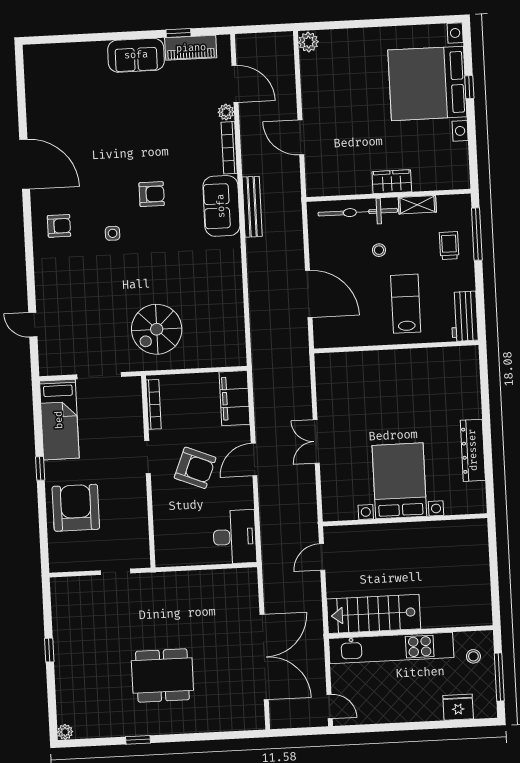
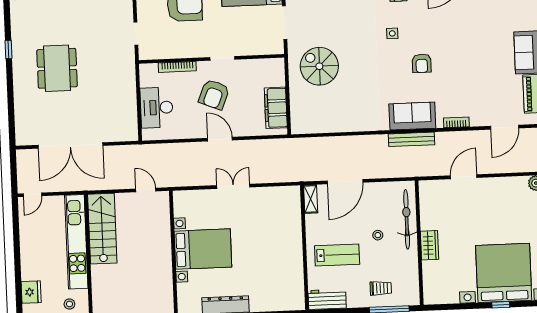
plant: (226, 112) -> (483, 120), removed
bookcase: (229, 148) -> (456, 122), width x0.64
shelving: (417, 205) -> (311, 199), moved
filing cabinet: (235, 398) -> (276, 108), moved, turned -90
bookcase: (154, 404) -> (177, 67), moved
desk: (235, 537) -> (157, 108), moved, turned 90

